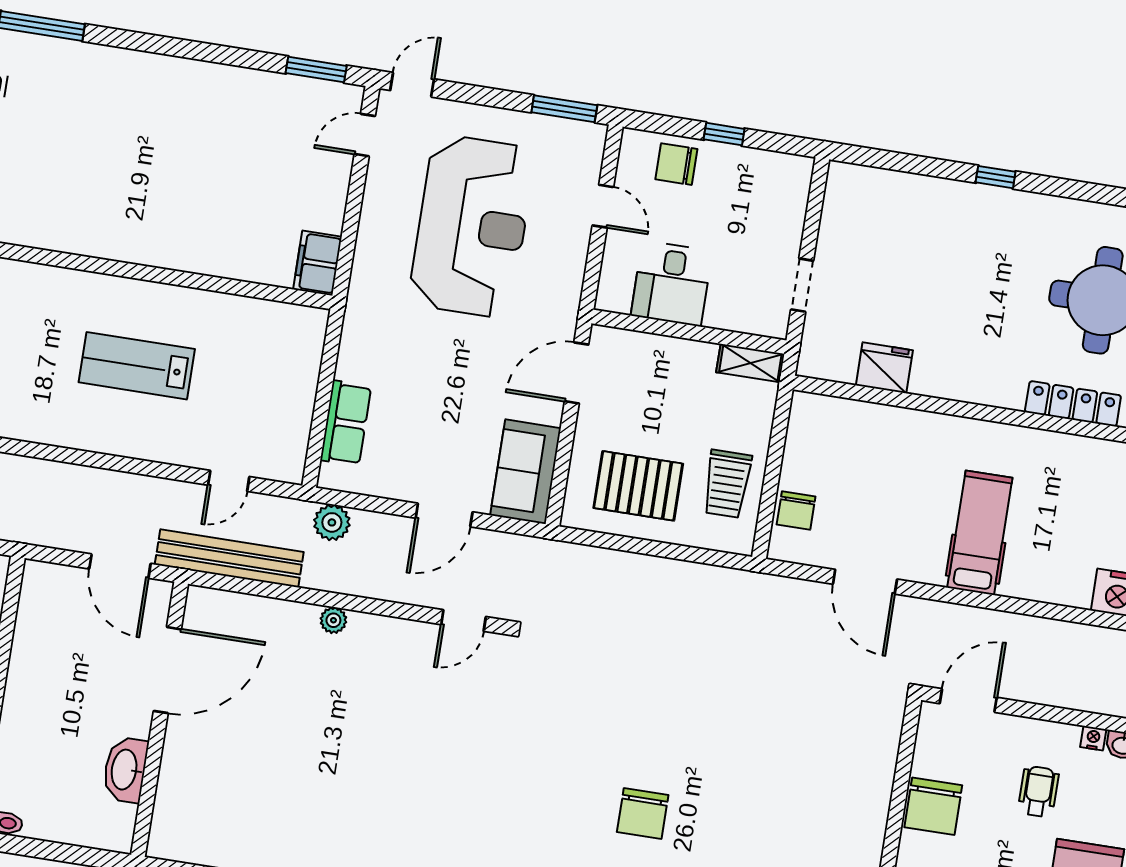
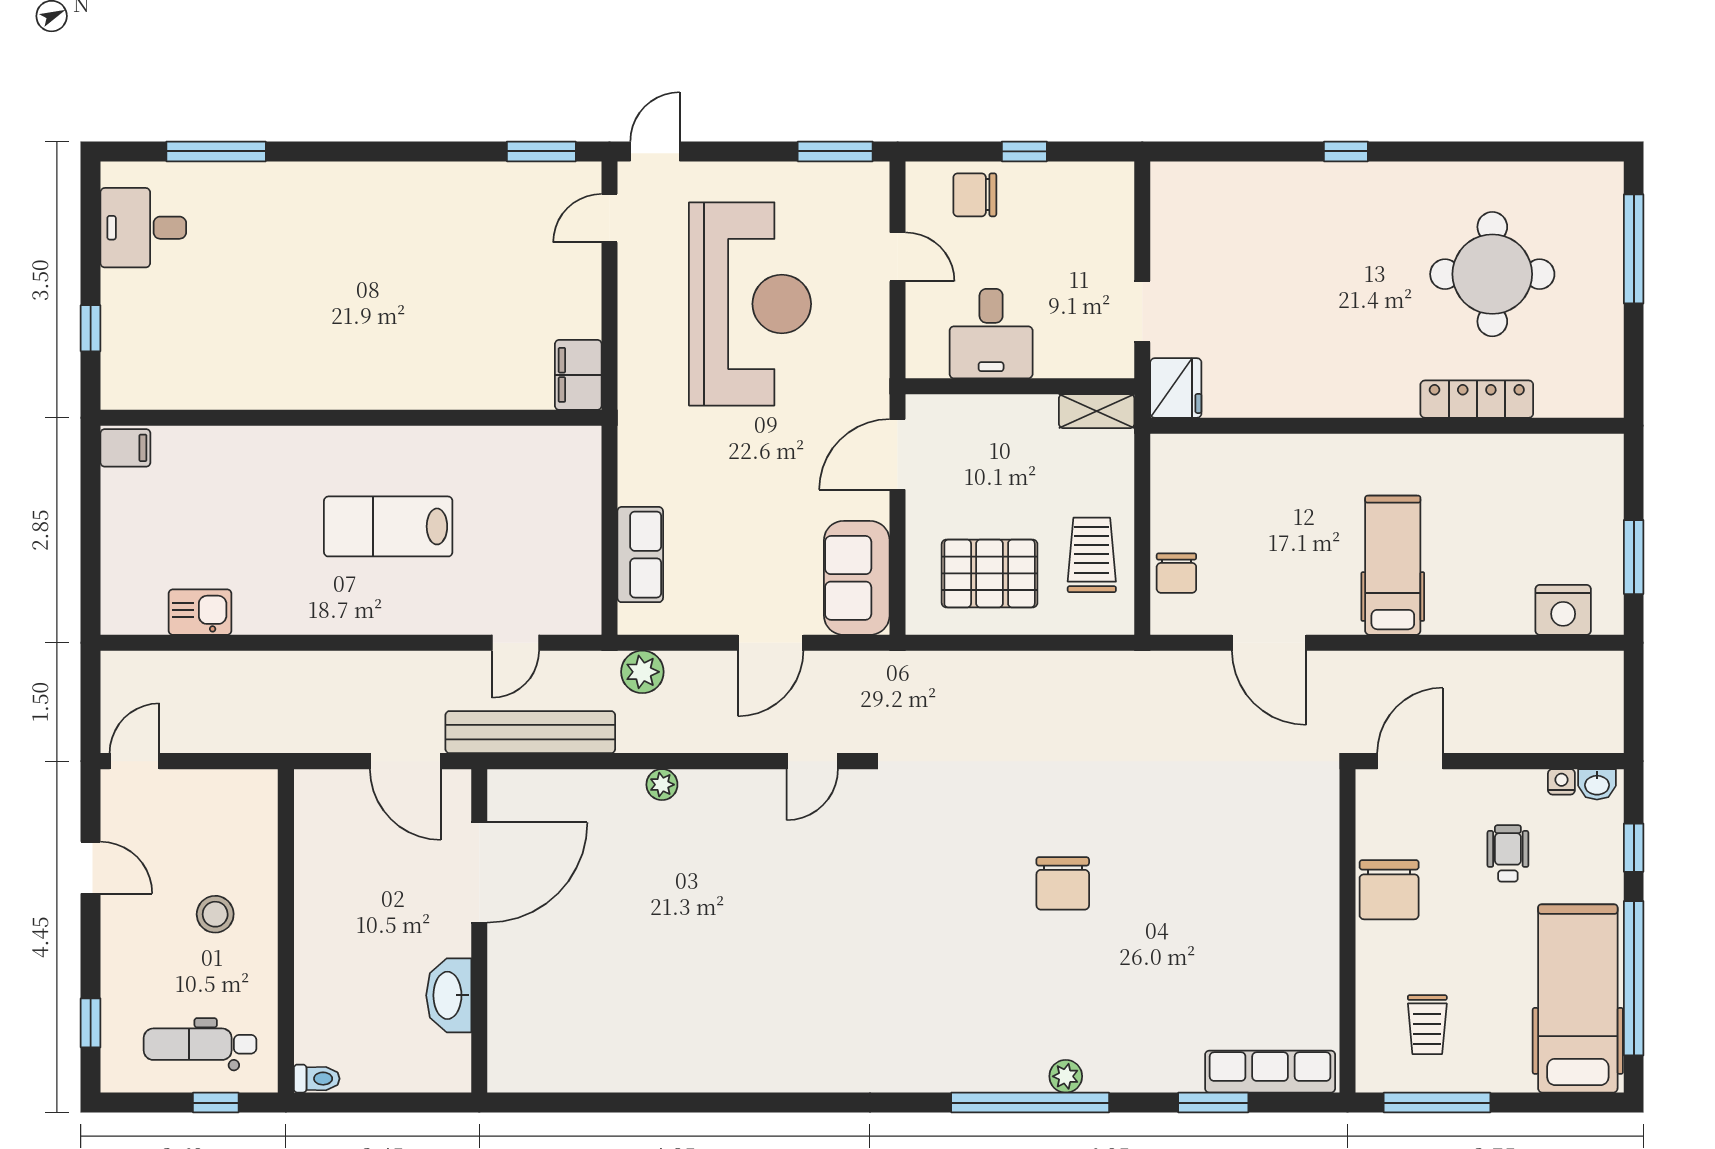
fridge: (884, 368) -> (1176, 388), moved, turned 90
trolley: (727, 484) -> (1092, 555), turned 180
chair: (643, 814) -> (1063, 883), moved

